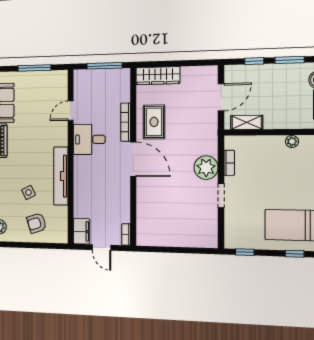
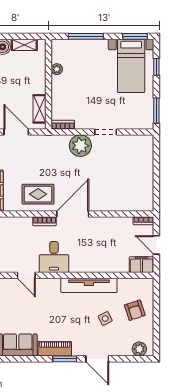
bookcase: (126, 122) -> (45, 221), width x0.64
bookcase: (229, 163) -> (63, 125), moved
door: (102, 248) -> (156, 245), swing flipped
window: (245, 252) -> (156, 111), width x1.50

